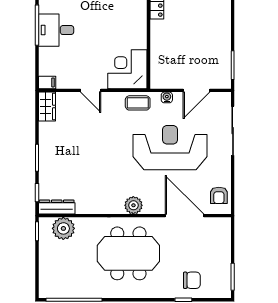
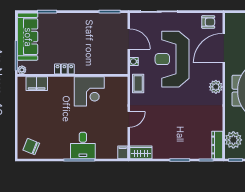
corner desk: (127, 69) -> (89, 91), moved, turned -90

